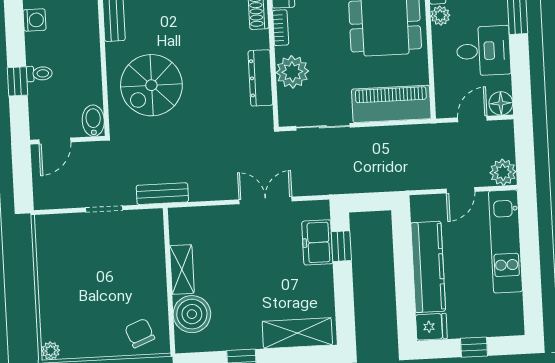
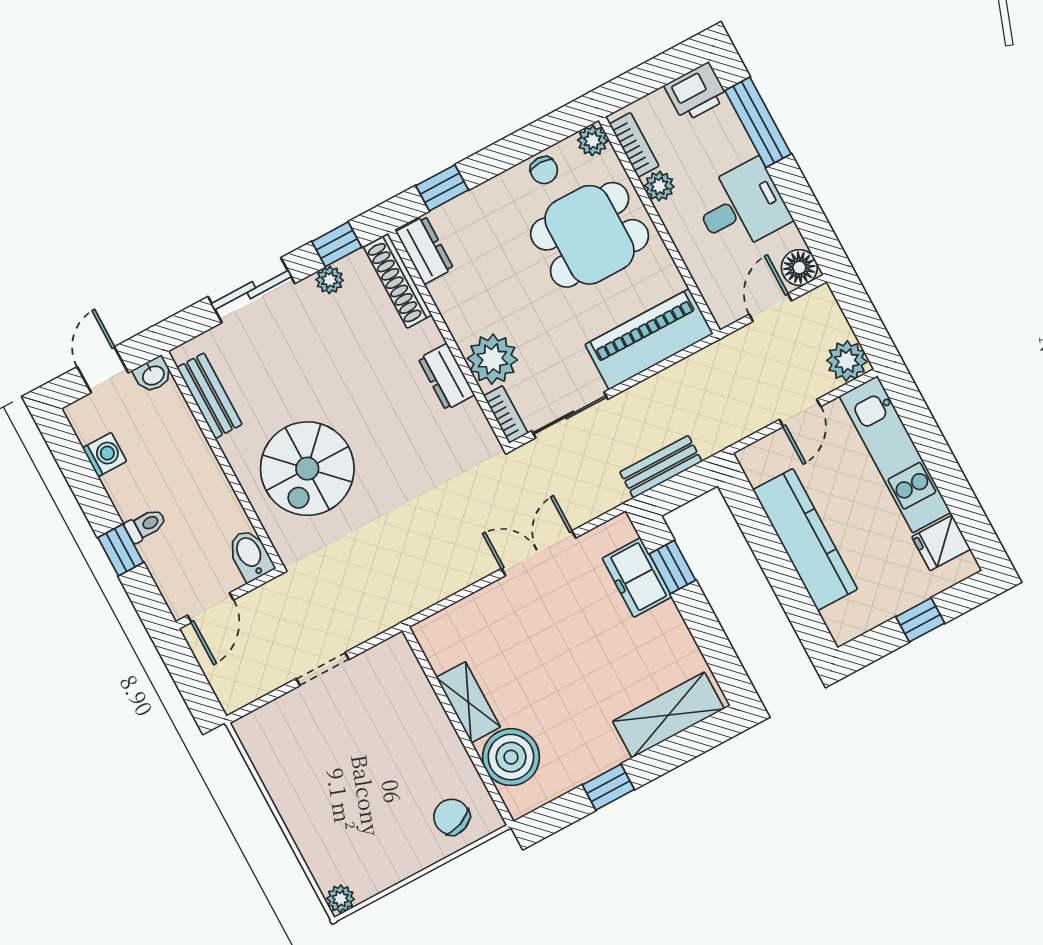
bookcase: (281, 28) -> (506, 414), moved
dresser: (260, 78) -> (446, 377), width x0.70
bench: (162, 194) -> (661, 467), moved
fridge: (431, 327) -> (941, 543), moved, turned 180

